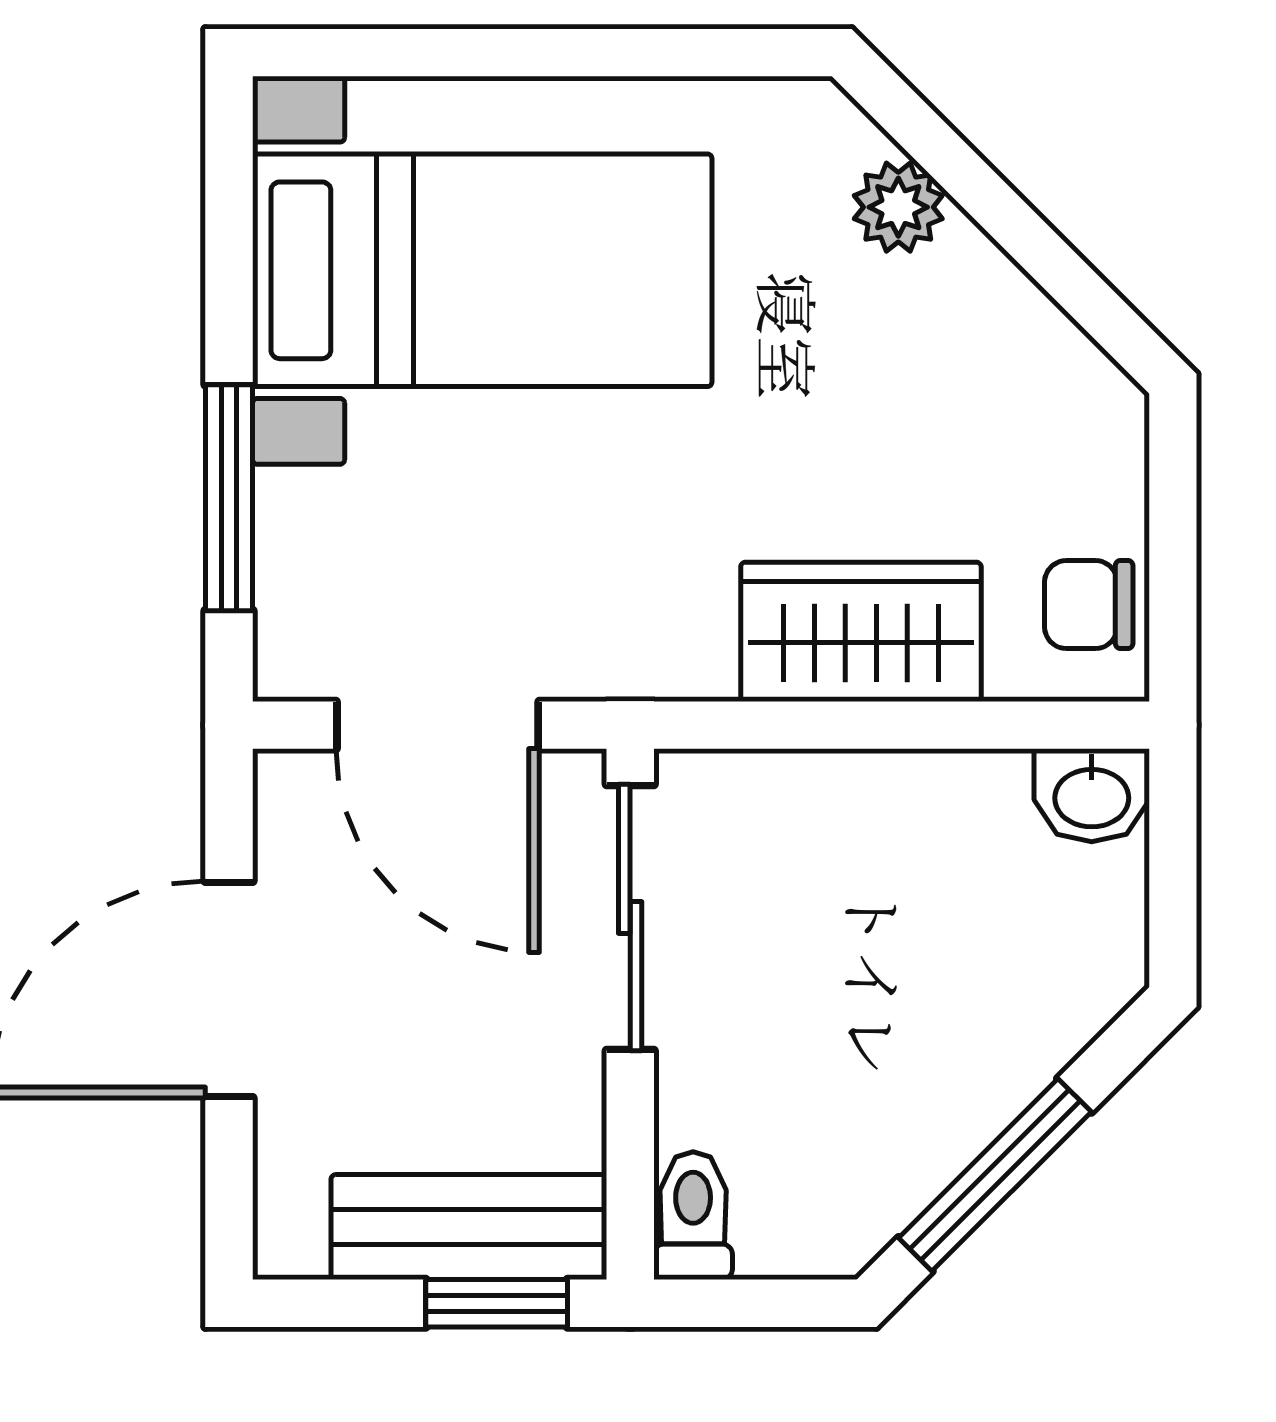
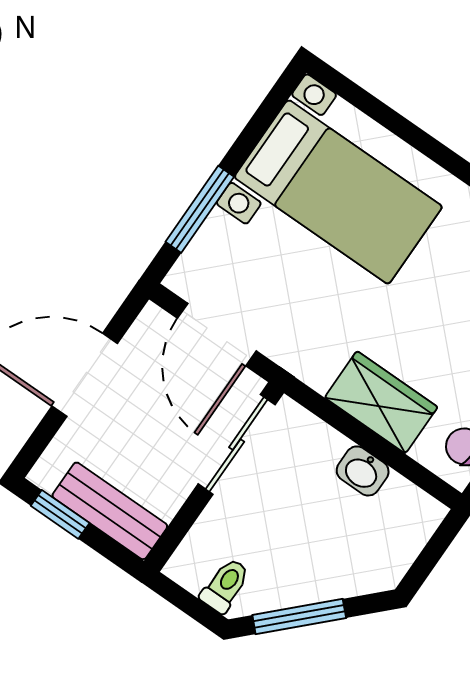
washbasin: (1092, 795) -> (363, 471), moved
toilet: (693, 1216) -> (225, 585), moved
window: (497, 1303) -> (60, 514), moved

